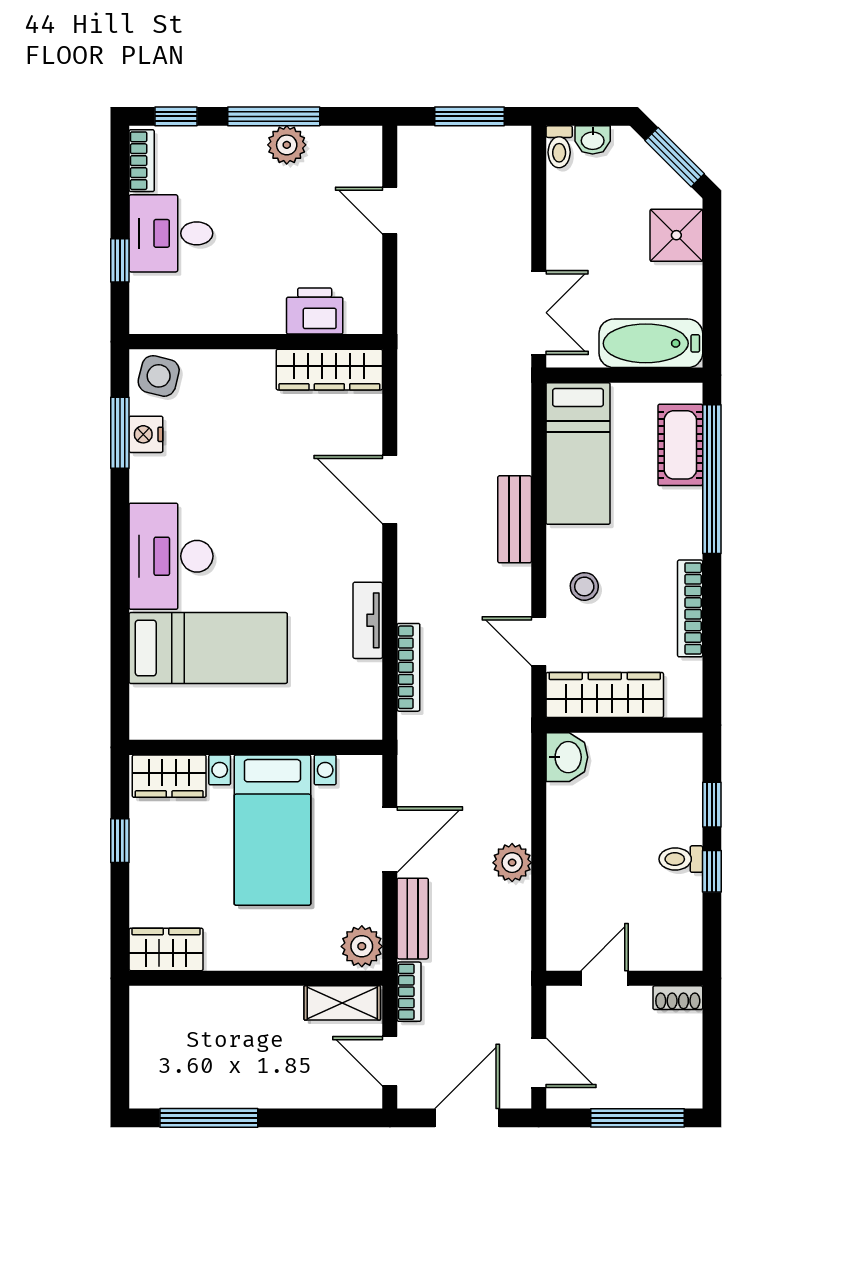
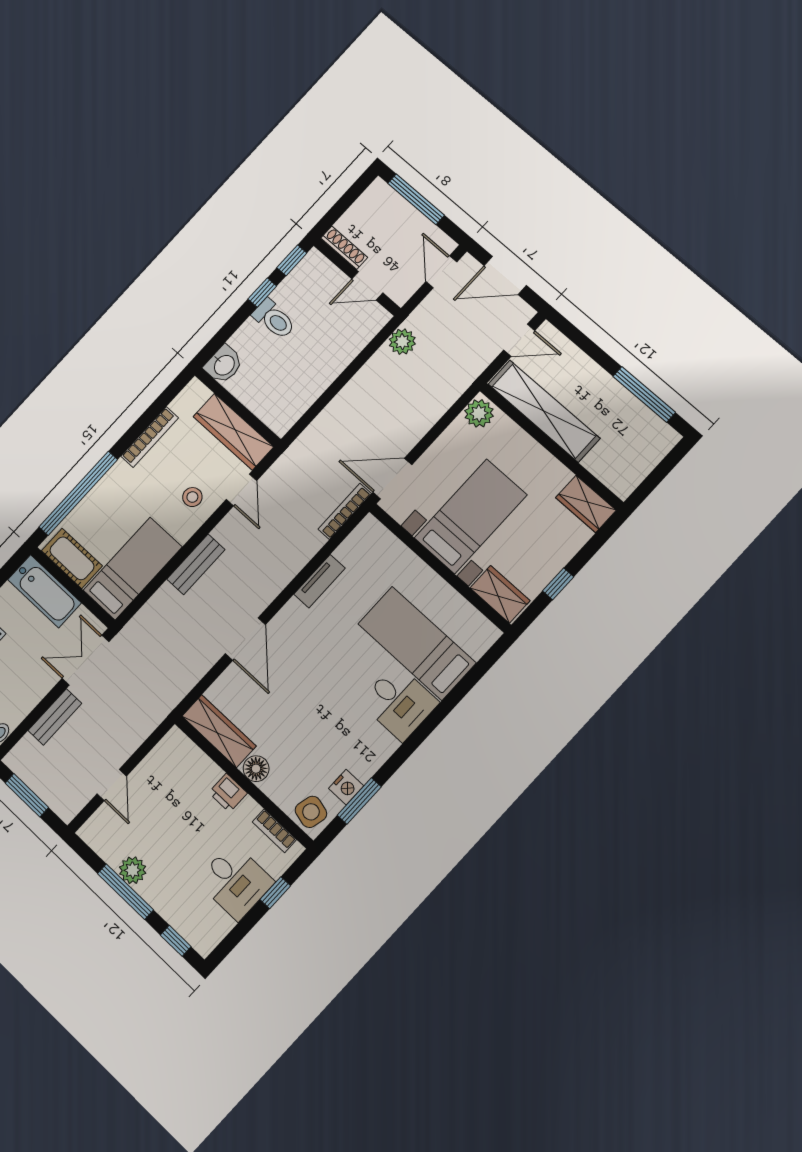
bookcase: (142, 161) -> (274, 831), moved, turned -90
printer: (315, 311) -> (228, 793), moved, width x0.73, depth x0.81
floor lamp: (255, 367) -> (256, 769), added
cot: (680, 445) -> (72, 558), moved, turned 90
desk: (171, 556) -> (399, 702), width x0.73
bookcase: (408, 667) -> (345, 511), moved
washbasin: (567, 757) -> (224, 365), moved, turned 180
window: (712, 805) -> (292, 260), moved
door: (390, 840) -> (392, 479), moved
toilet: (681, 859) -> (274, 319), width x1.37, depth x1.39
plant: (512, 863) -> (402, 342), moved
bench: (413, 919) -> (55, 717), moved
bookcase: (409, 992) -> (476, 368), removed
shoe rack: (678, 998) -> (344, 248), width x1.43
shelving: (342, 1003) -> (544, 411), width x2.20, depth x1.33
door: (390, 1061) -> (519, 340), hinge flipped

